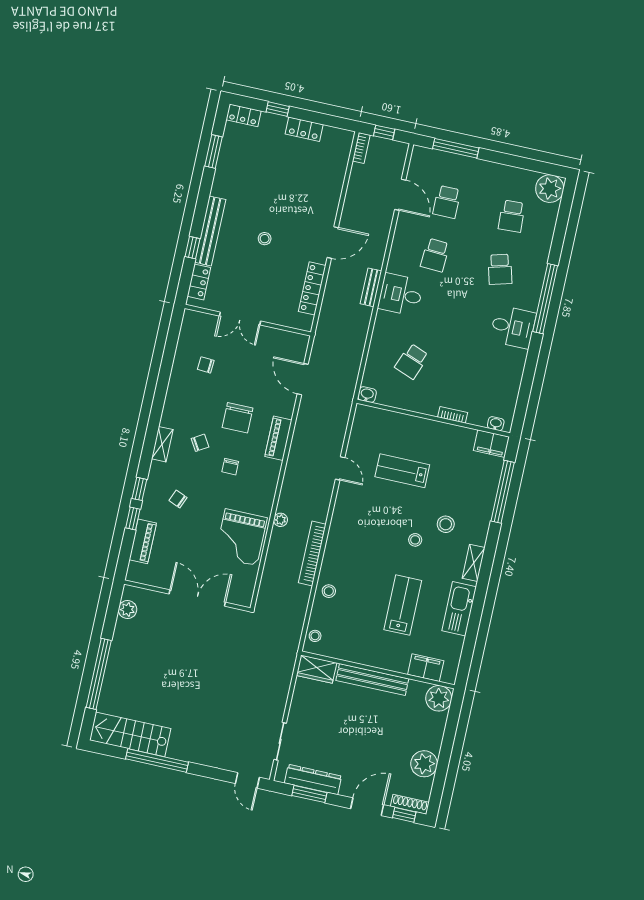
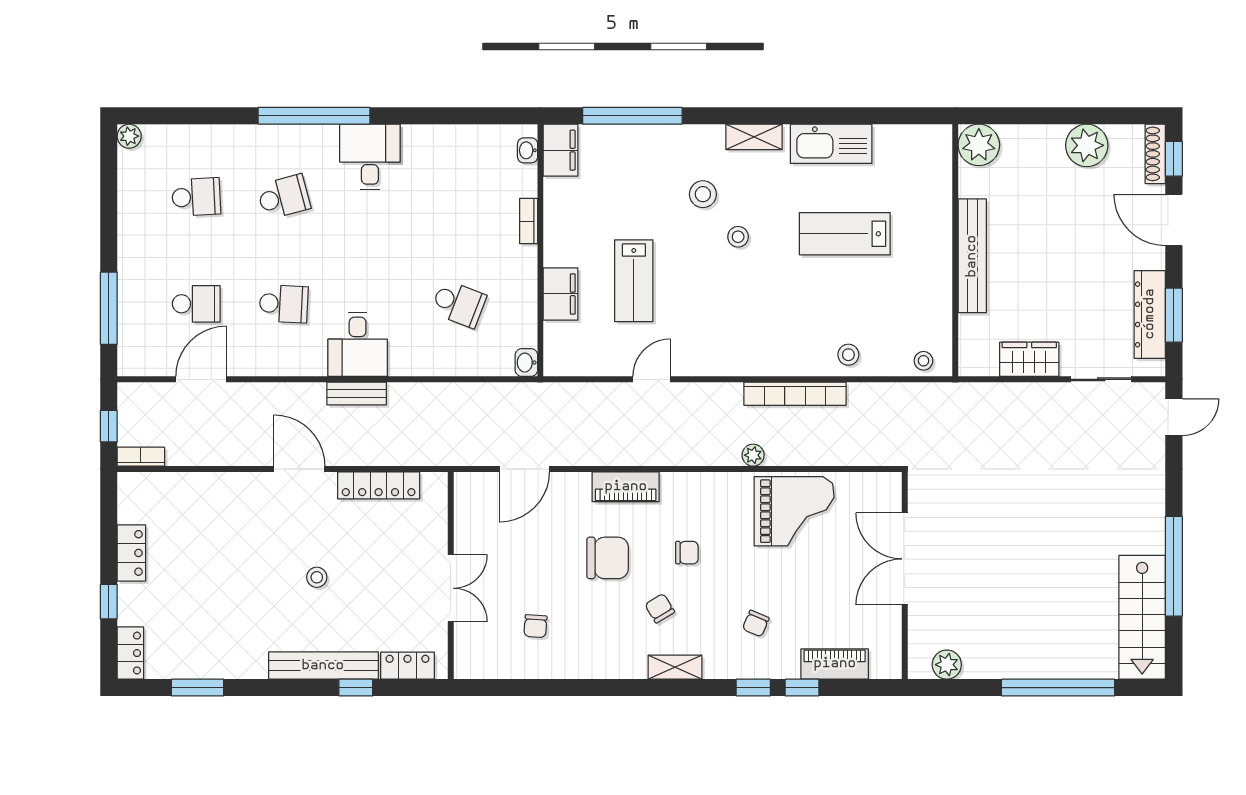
plant: (550, 189) -> (129, 136), width x0.53, depth x0.53
filing cabinet: (426, 668) -> (561, 294), moved, turned 180
wardrobe: (317, 669) -> (1029, 359), moved, turned -90

